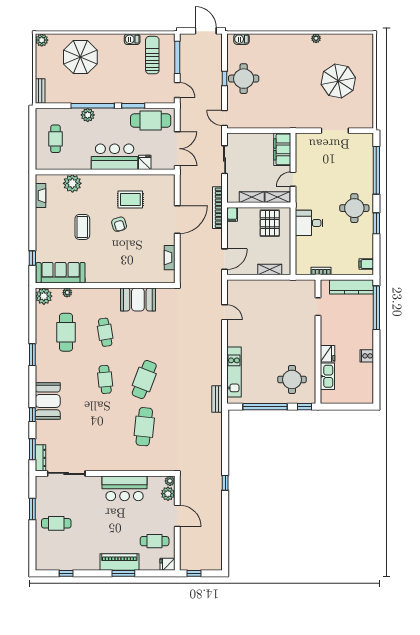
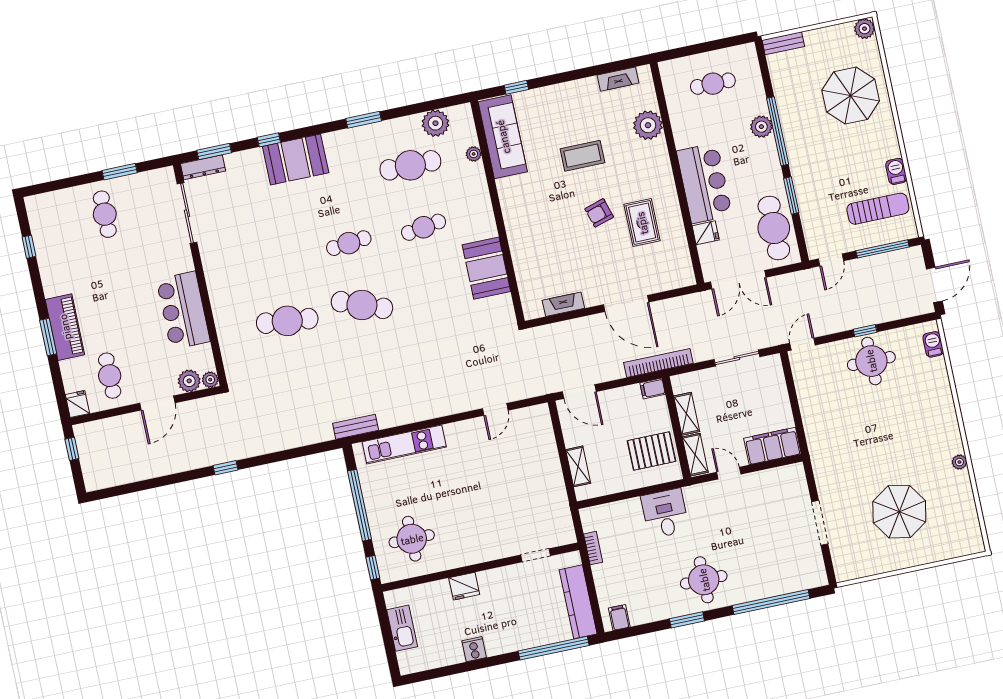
plant: (44, 296) -> (435, 123), moved
kitchen sink: (327, 376) -> (402, 628), moved, turned -90

